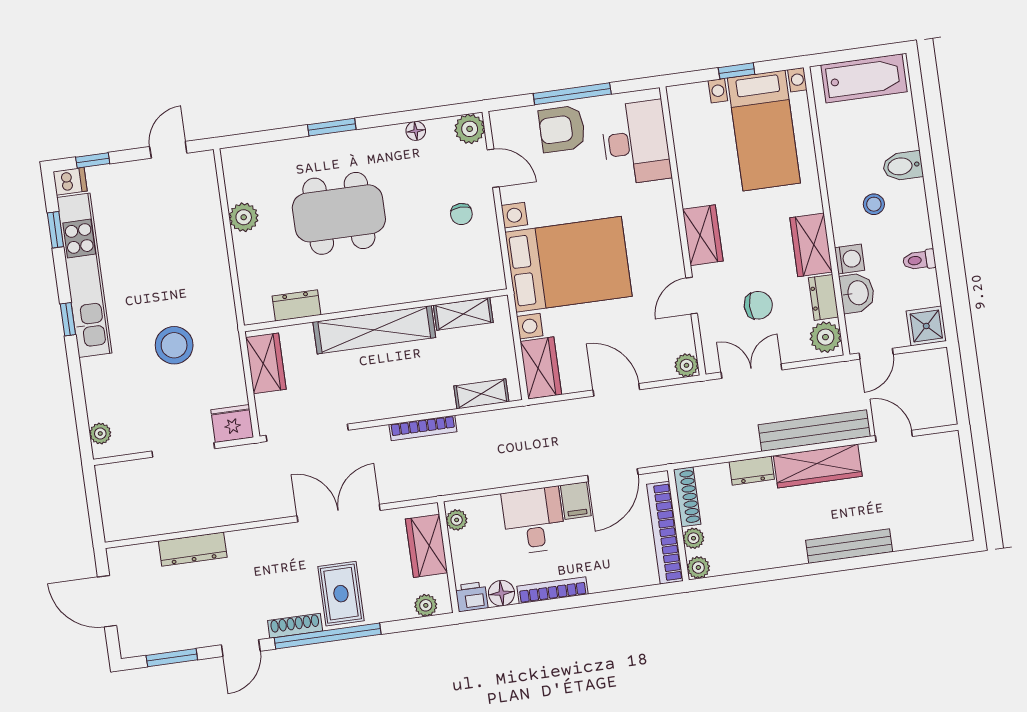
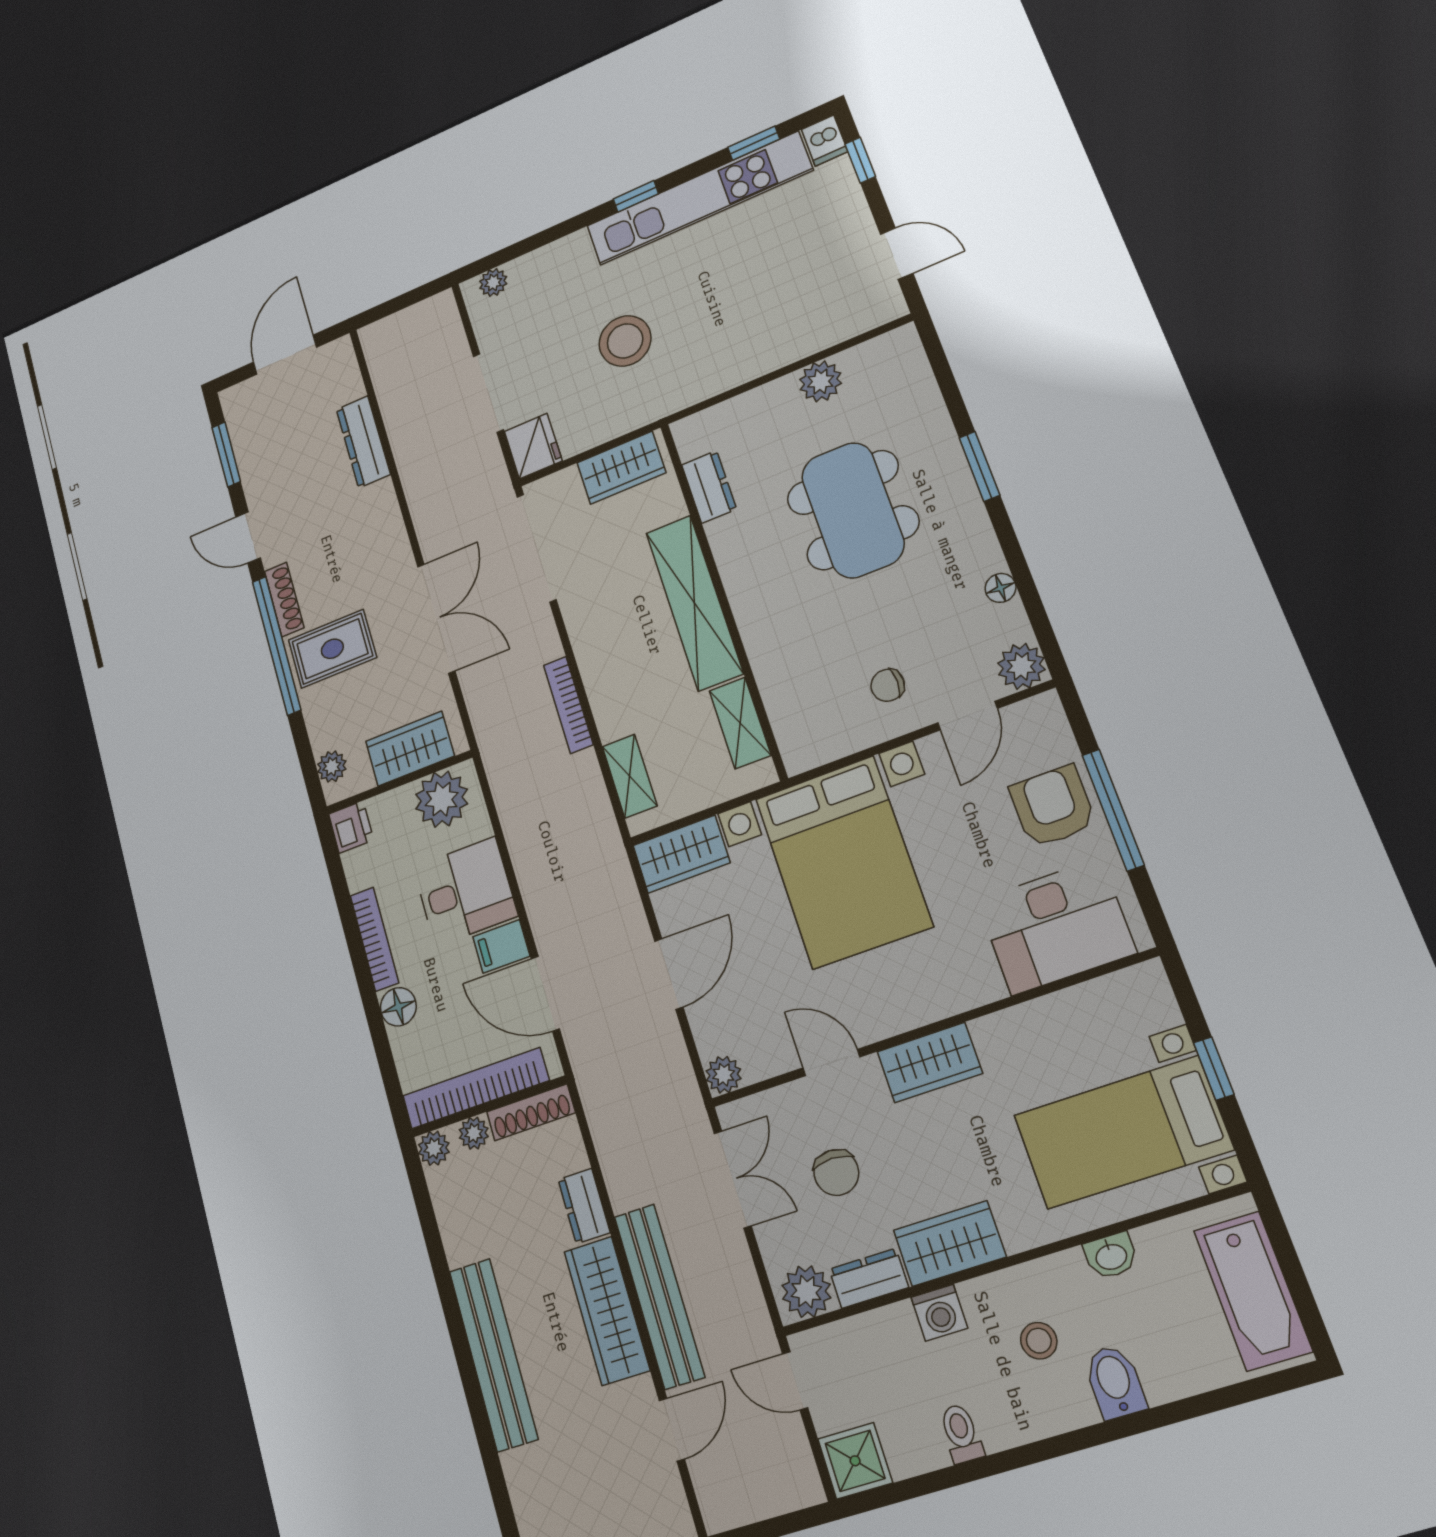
washbasin: (857, 293) -> (1111, 1256), moved, width x0.72, depth x0.69
plant: (457, 520) -> (442, 799), width x1.88, depth x1.88
bench: (849, 546) -> (493, 1354), width x1.37, depth x1.21
floor lamp: (501, 593) -> (398, 1007), moved

